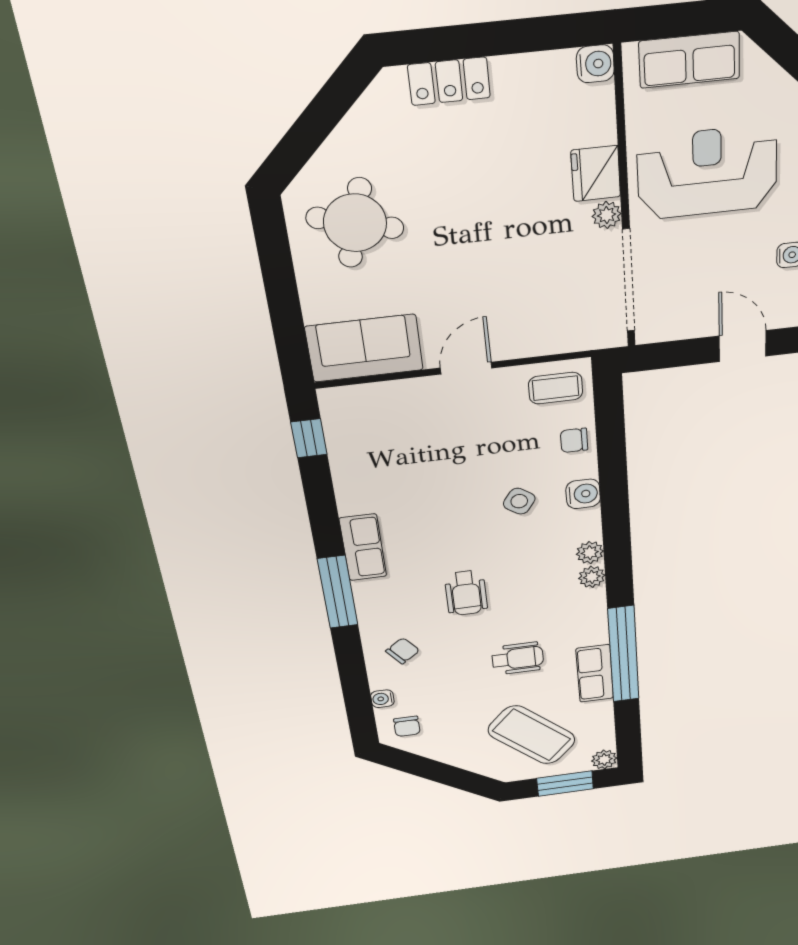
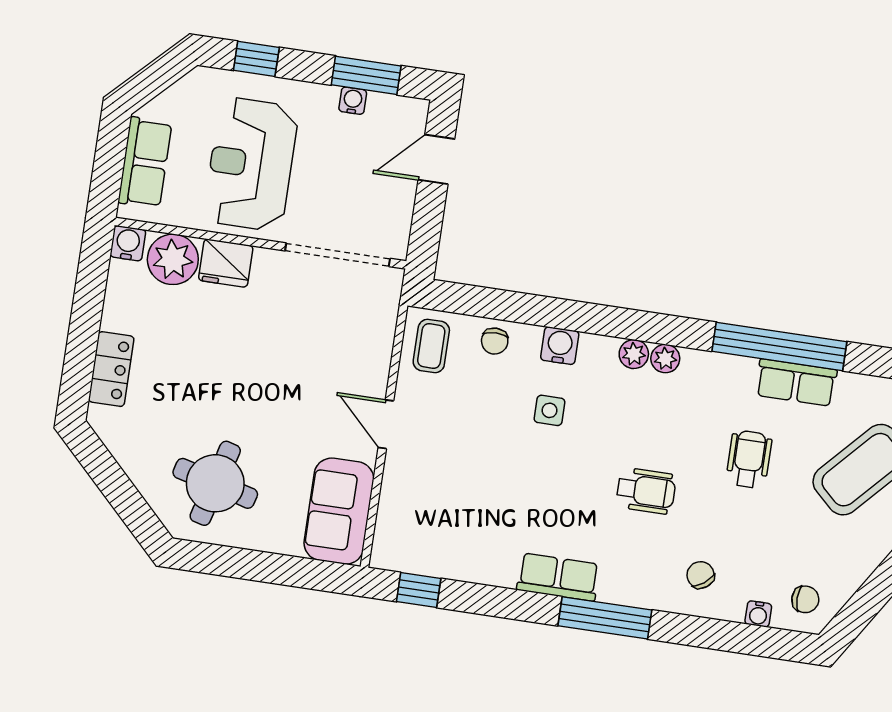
plant: (607, 215) -> (173, 259), moved, width x1.88, depth x1.88
side table: (519, 501) -> (549, 410), turned -35

